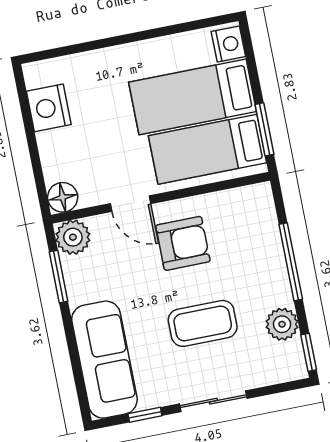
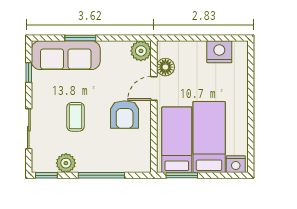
floor lamp: (63, 197) -> (165, 67), moved
window: (59, 277) -> (80, 38), moved
coffee table: (203, 323) -> (75, 117), width x0.73, depth x0.77
sliding door: (213, 401) -> (29, 129), moved

